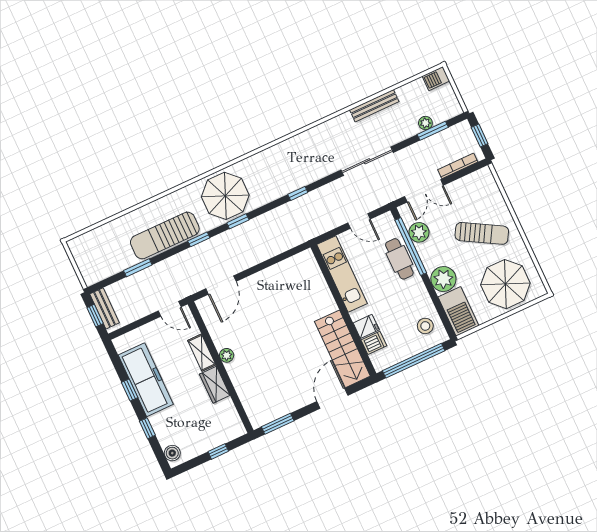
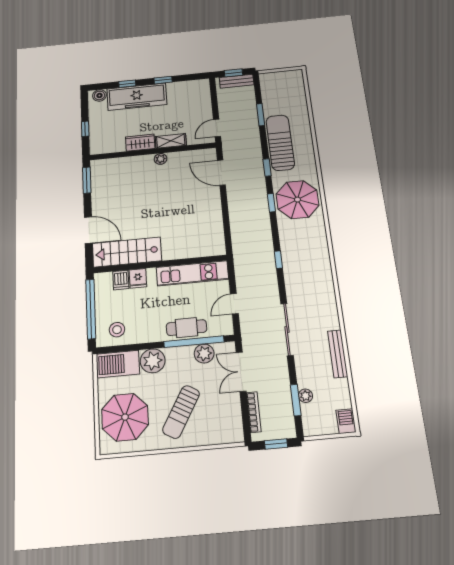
freezer: (146, 380) -> (137, 97), moved

